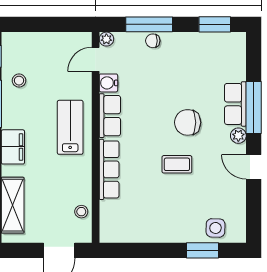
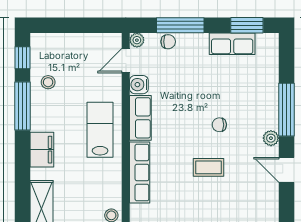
chair: (153, 41) -> (168, 42), moved, turned 180
row of seats: (235, 104) -> (232, 44), moved, turned -90
chair: (188, 122) -> (219, 125), width x0.54, depth x0.54

